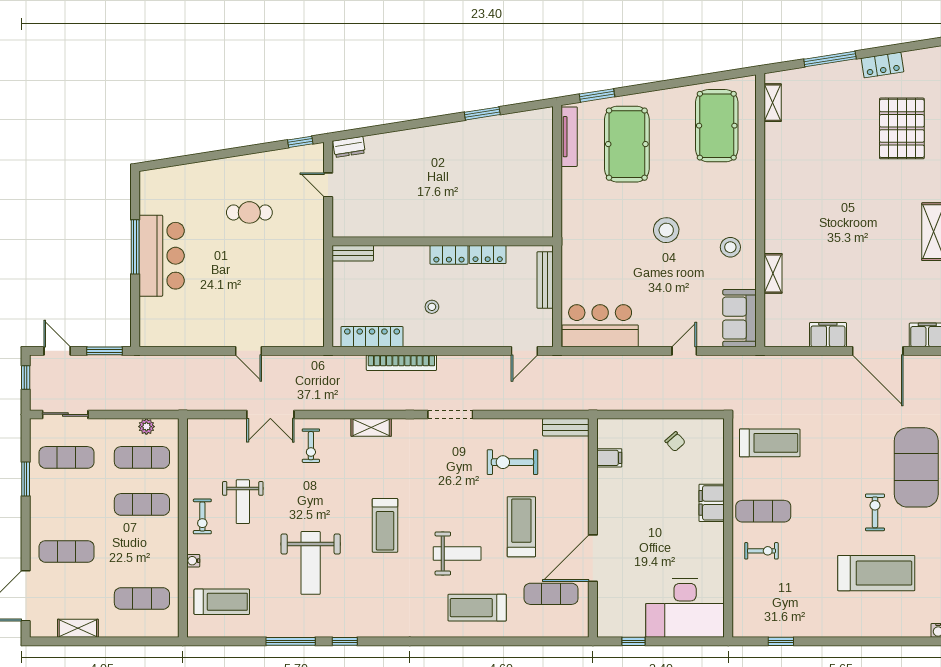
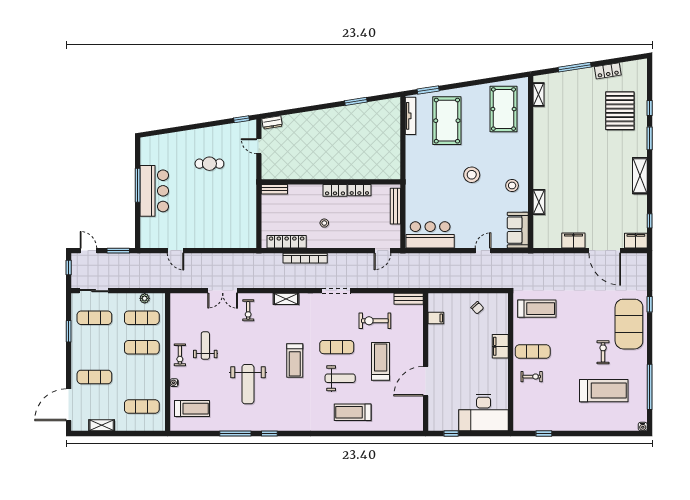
door: (248, 351) -> (176, 251), moved
weight bench: (243, 502) -> (205, 346), turned 180
exercise mat: (551, 594) -> (337, 347), moved

